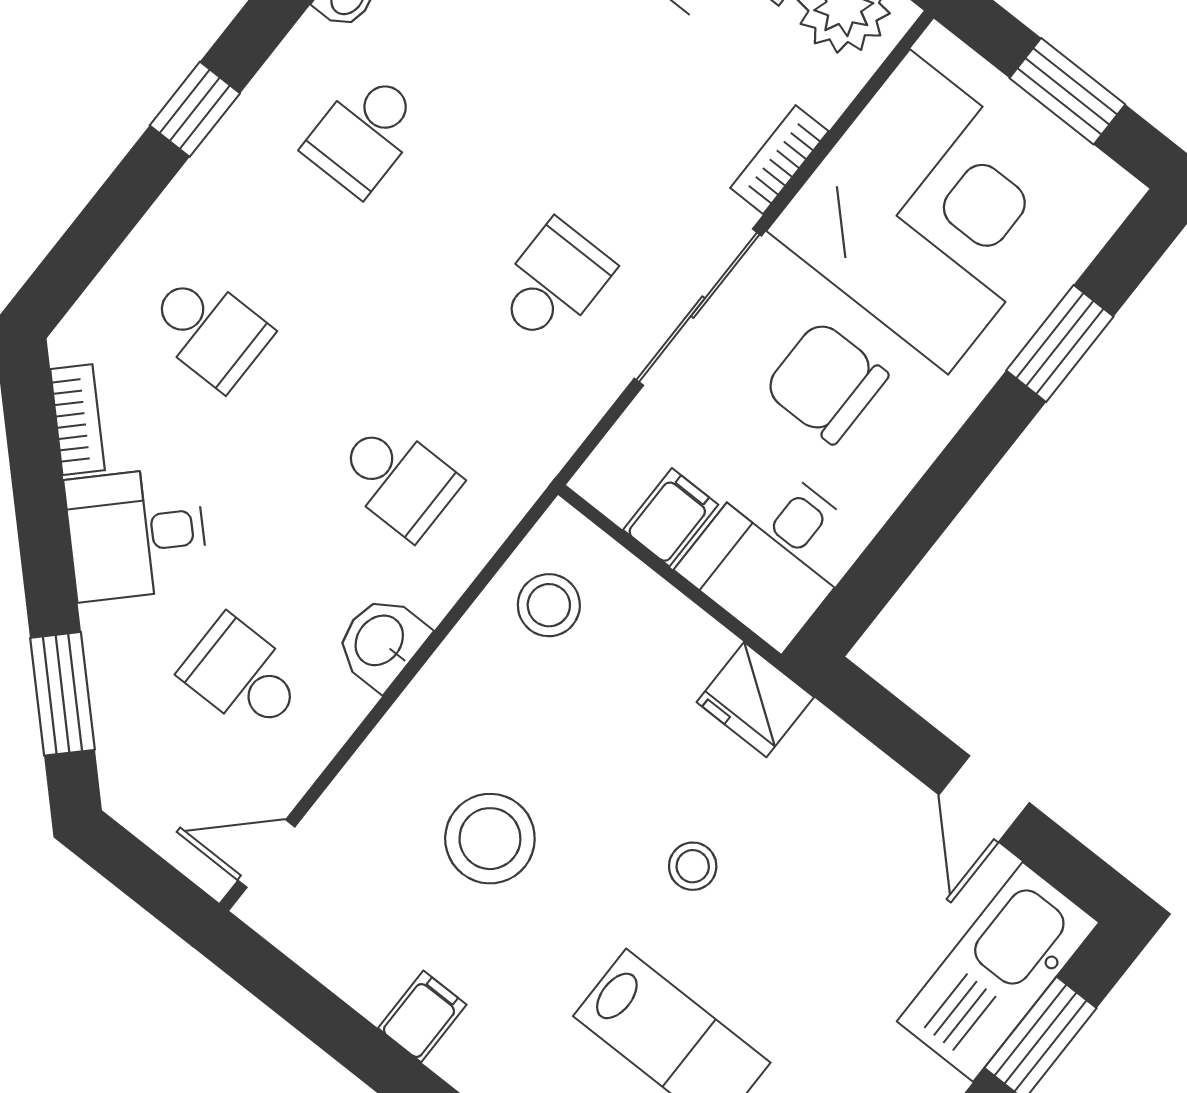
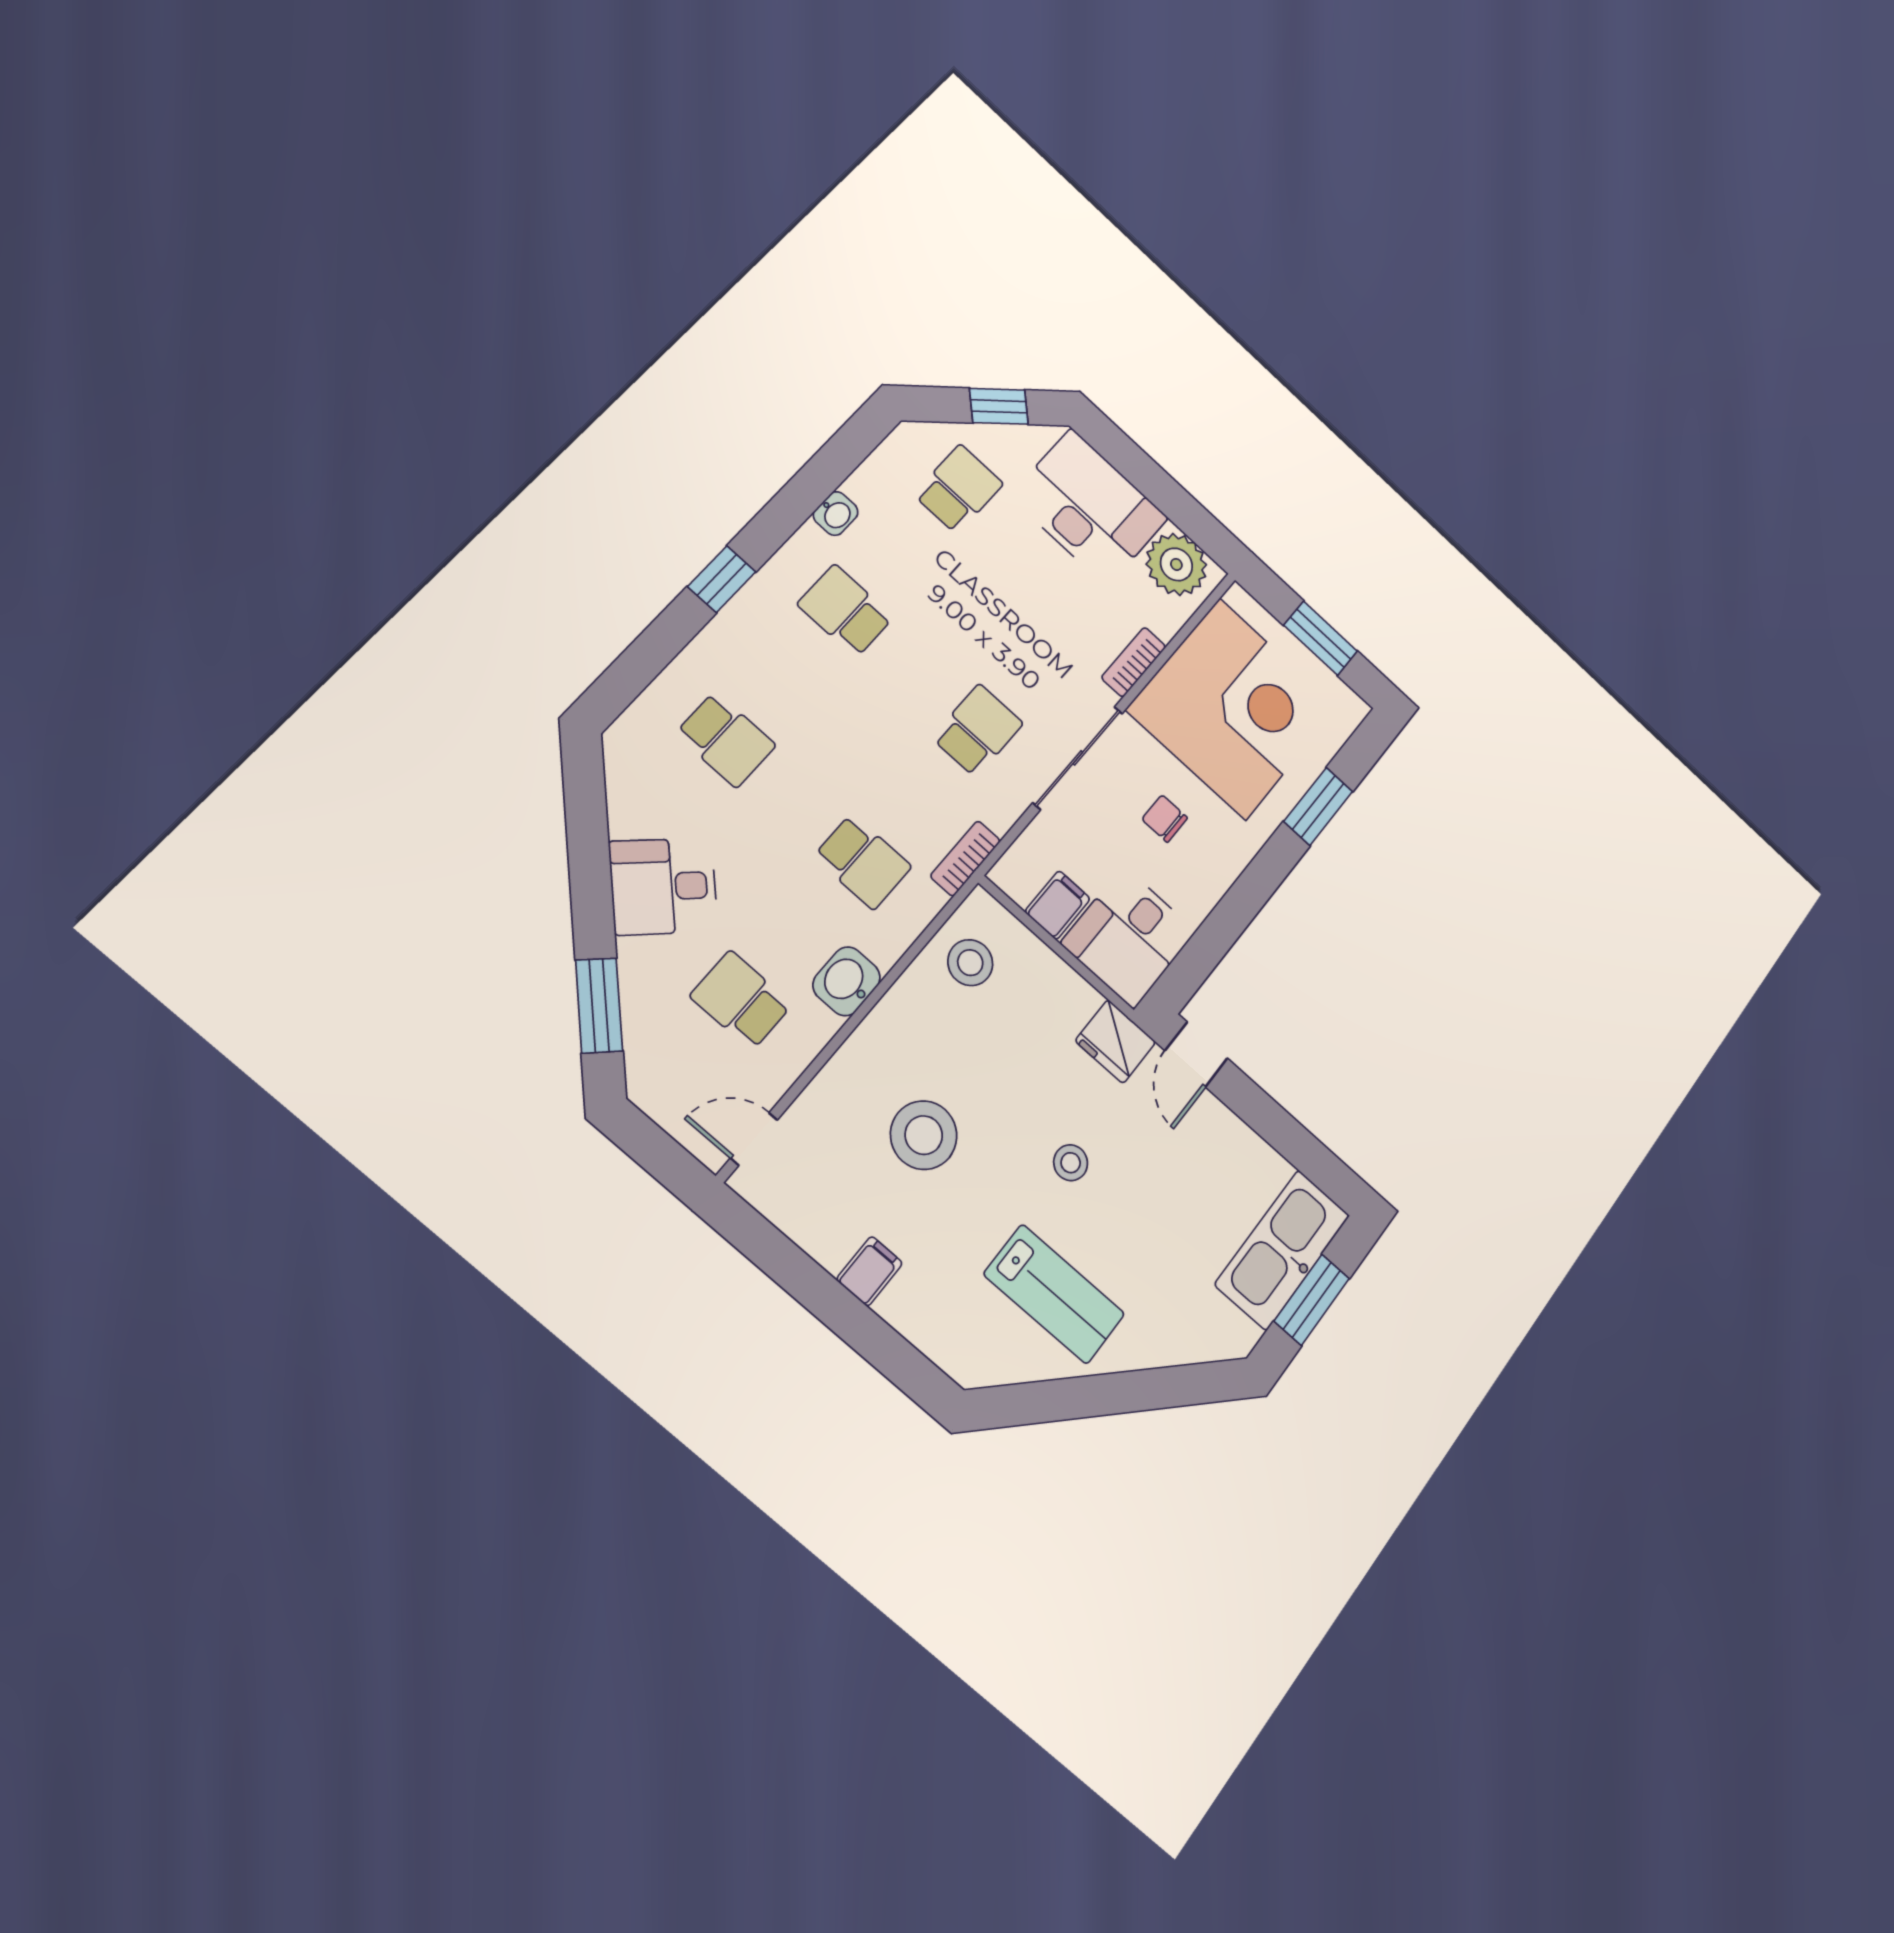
school desk: (364, 133) -> (845, 611), turned 90
chair: (826, 382) -> (1165, 819), width x0.54, depth x0.54
bookcase: (77, 420) -> (965, 858), moved, turned -135
door: (984, 799) -> (1196, 1054), moved

